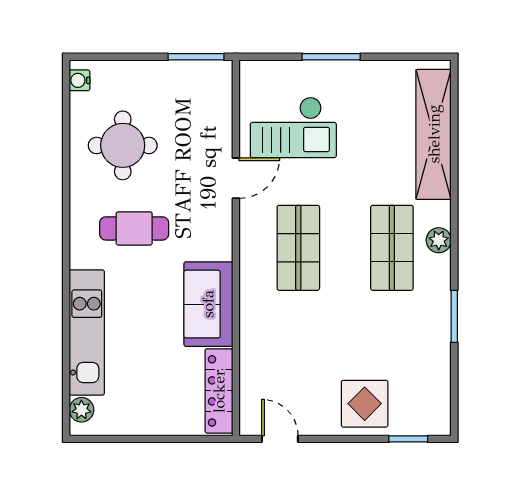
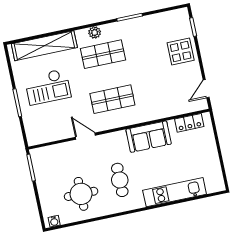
checkout: (293, 127) -> (48, 87), moved, turned 90
locker: (219, 391) -> (189, 123), width x0.66
plant: (81, 410) -> (212, 187), removed

